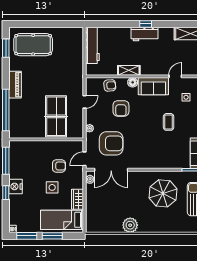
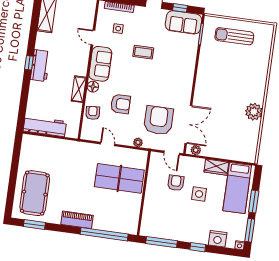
nightstand: (16, 186) -> (218, 239), moved
parasol: (163, 193) -> (223, 70), removed

